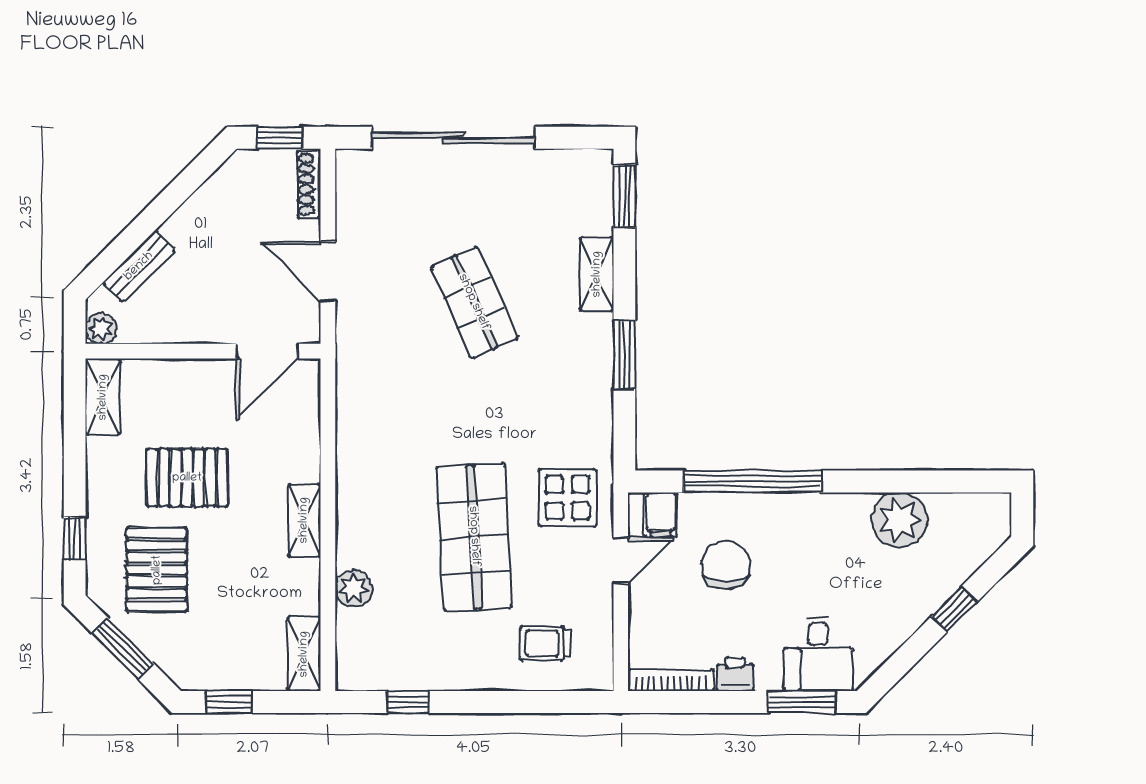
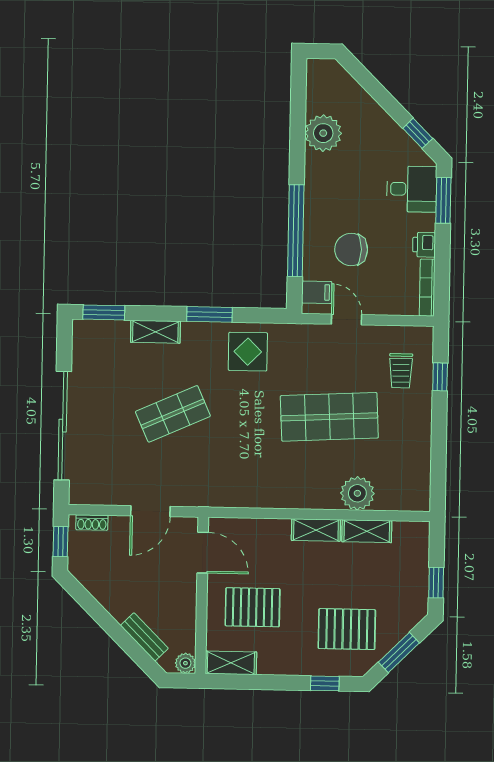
shoe rack: (309, 184) -> (92, 523), width x0.70
pallet: (187, 478) -> (253, 607), moved, turned 90
display table: (567, 498) -> (248, 352), moved
plant: (354, 588) -> (357, 493), width x1.36, depth x1.36
window: (954, 609) -> (418, 133), moved
shelving: (304, 654) -> (367, 531), moved
window: (408, 702) -> (440, 377), moved

